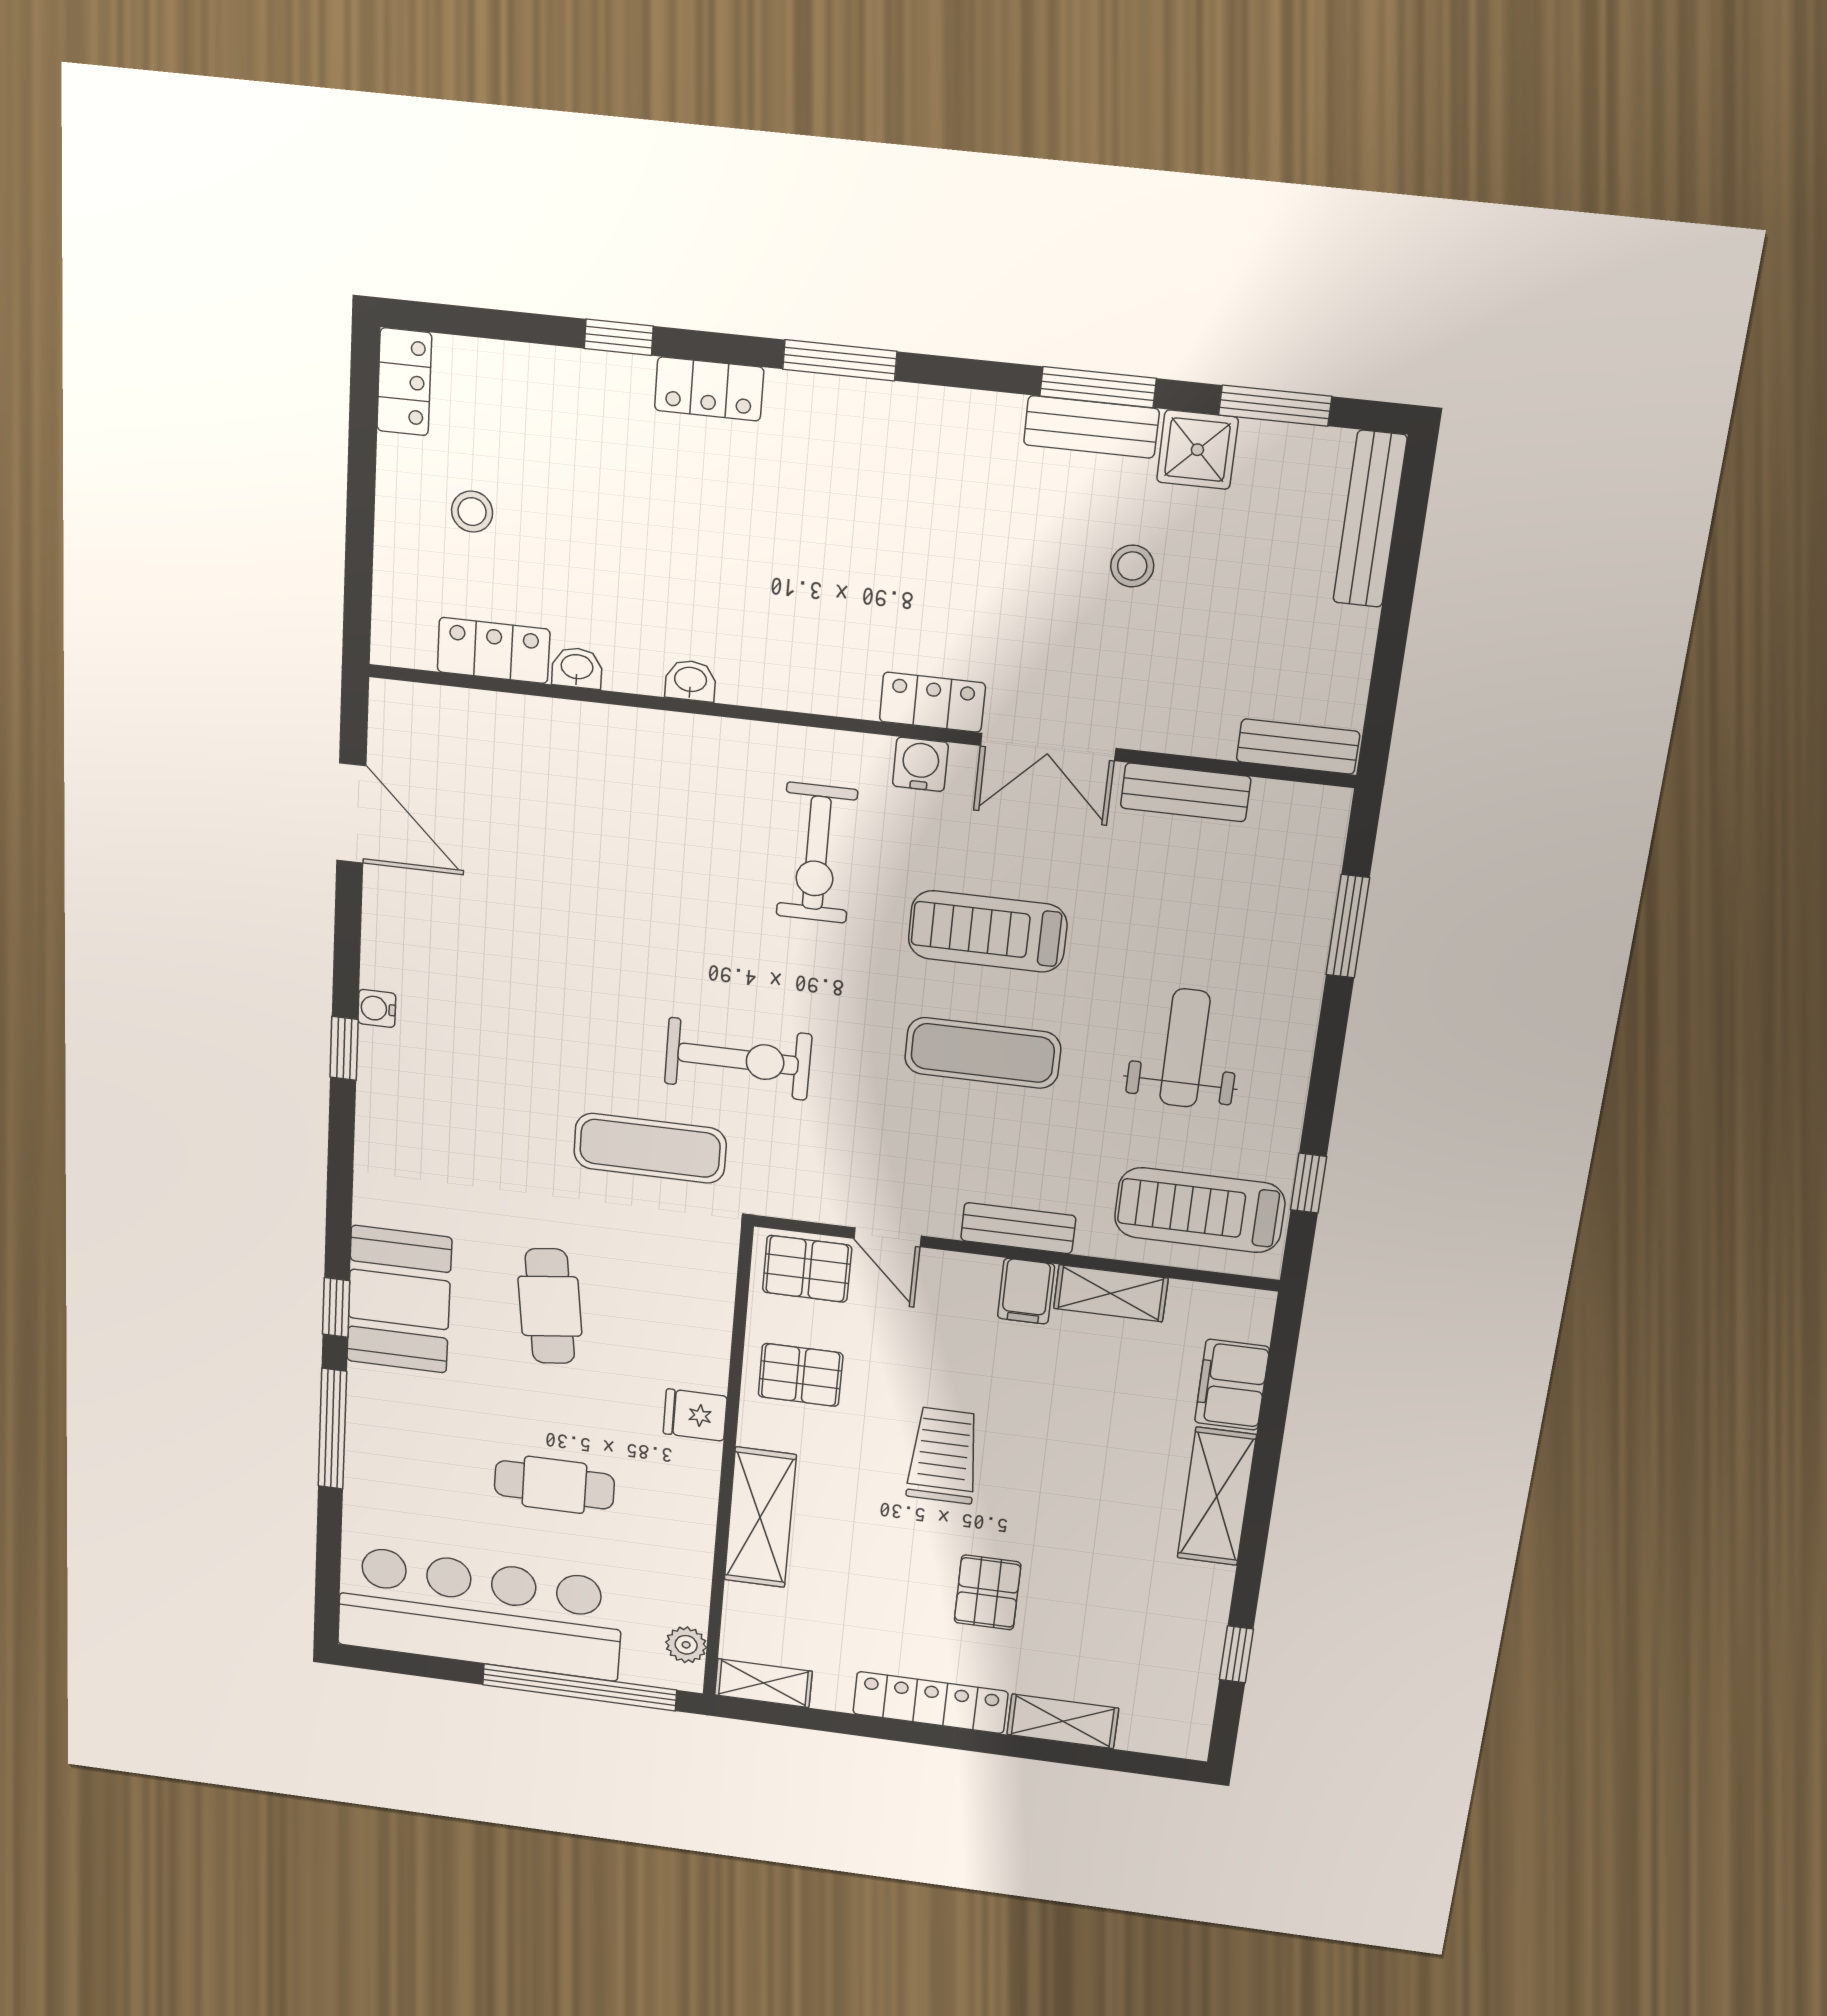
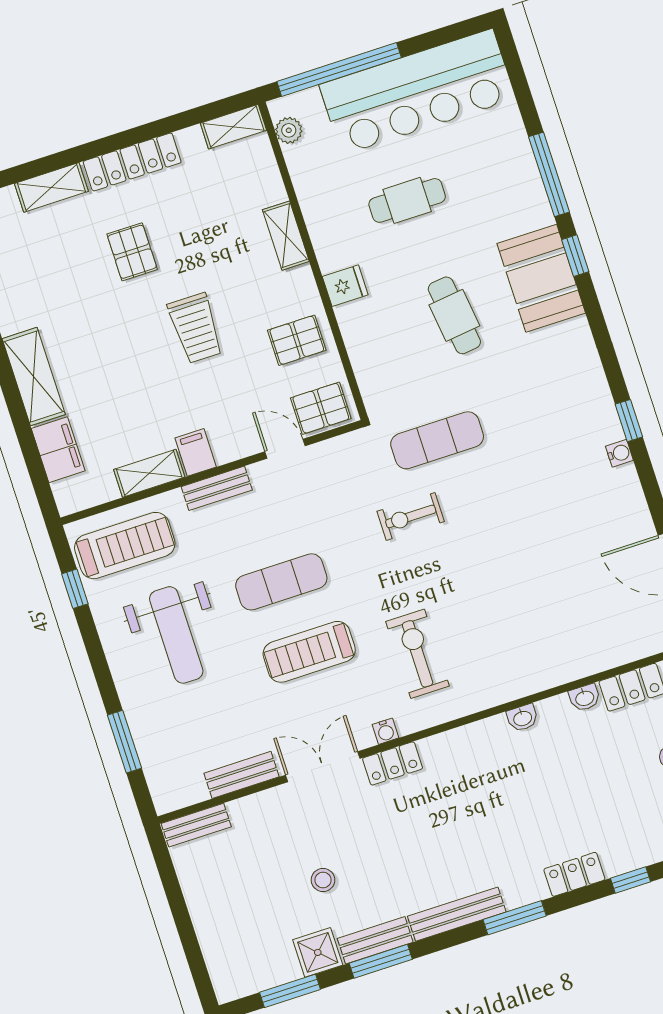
bench: (1370, 519) -> (457, 914), moved, turned 90
water cooler: (920, 764) -> (385, 731), width x0.72, depth x0.72
treadmill: (988, 931) -> (309, 652), turned 180
weight bench: (1185, 1048) -> (176, 635), width x1.36, depth x1.33
exercise bike: (738, 1059) -> (411, 516), width x0.73, depth x0.72
shelving: (760, 1518) -> (286, 236), width x0.67, depth x0.75

